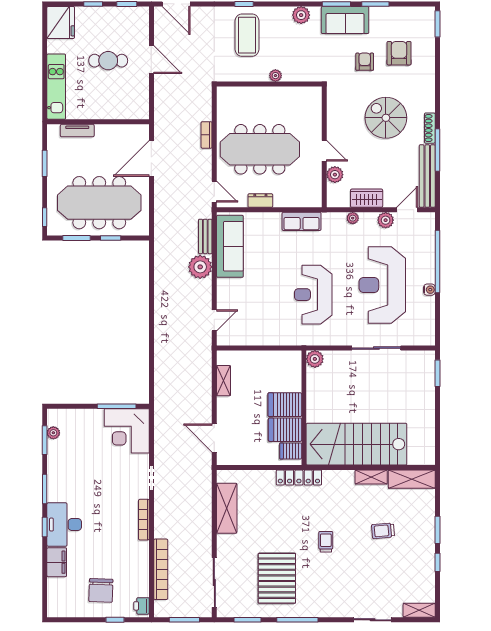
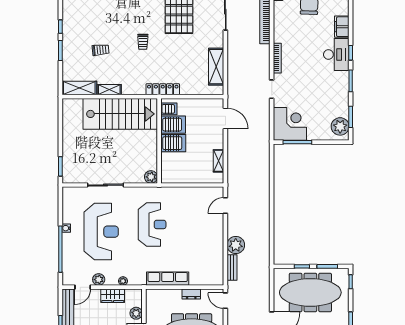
row of seats: (302, 221) -> (168, 279), width x1.48
sofa: (230, 246) -> (214, 260), removed
plant: (53, 433) -> (340, 126), width x1.88, depth x1.88

